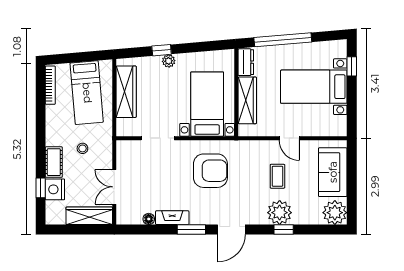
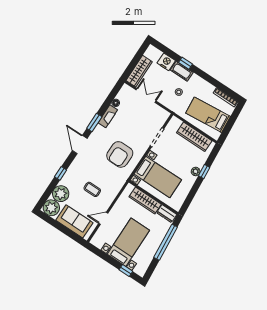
door: (289, 138) -> (103, 218), moved
window: (41, 188) -> (186, 63), moved
plant: (280, 213) -> (61, 194), moved

